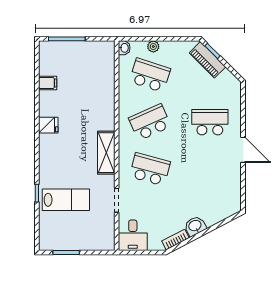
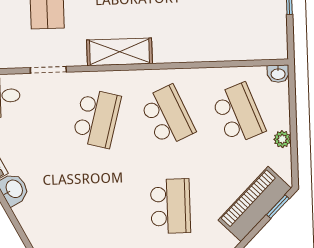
plant: (153, 47) -> (282, 139), moved
piano: (207, 60) -> (255, 204), width x1.37, depth x1.33
school desk: (150, 75) -> (238, 114), turned -39

